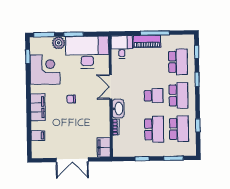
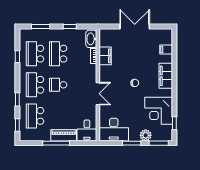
desk: (87, 52) -> (114, 130), width x0.73, depth x0.77
washbasin: (118, 109) -> (91, 39), moved
filing cabinet: (104, 147) -> (105, 56), moved

